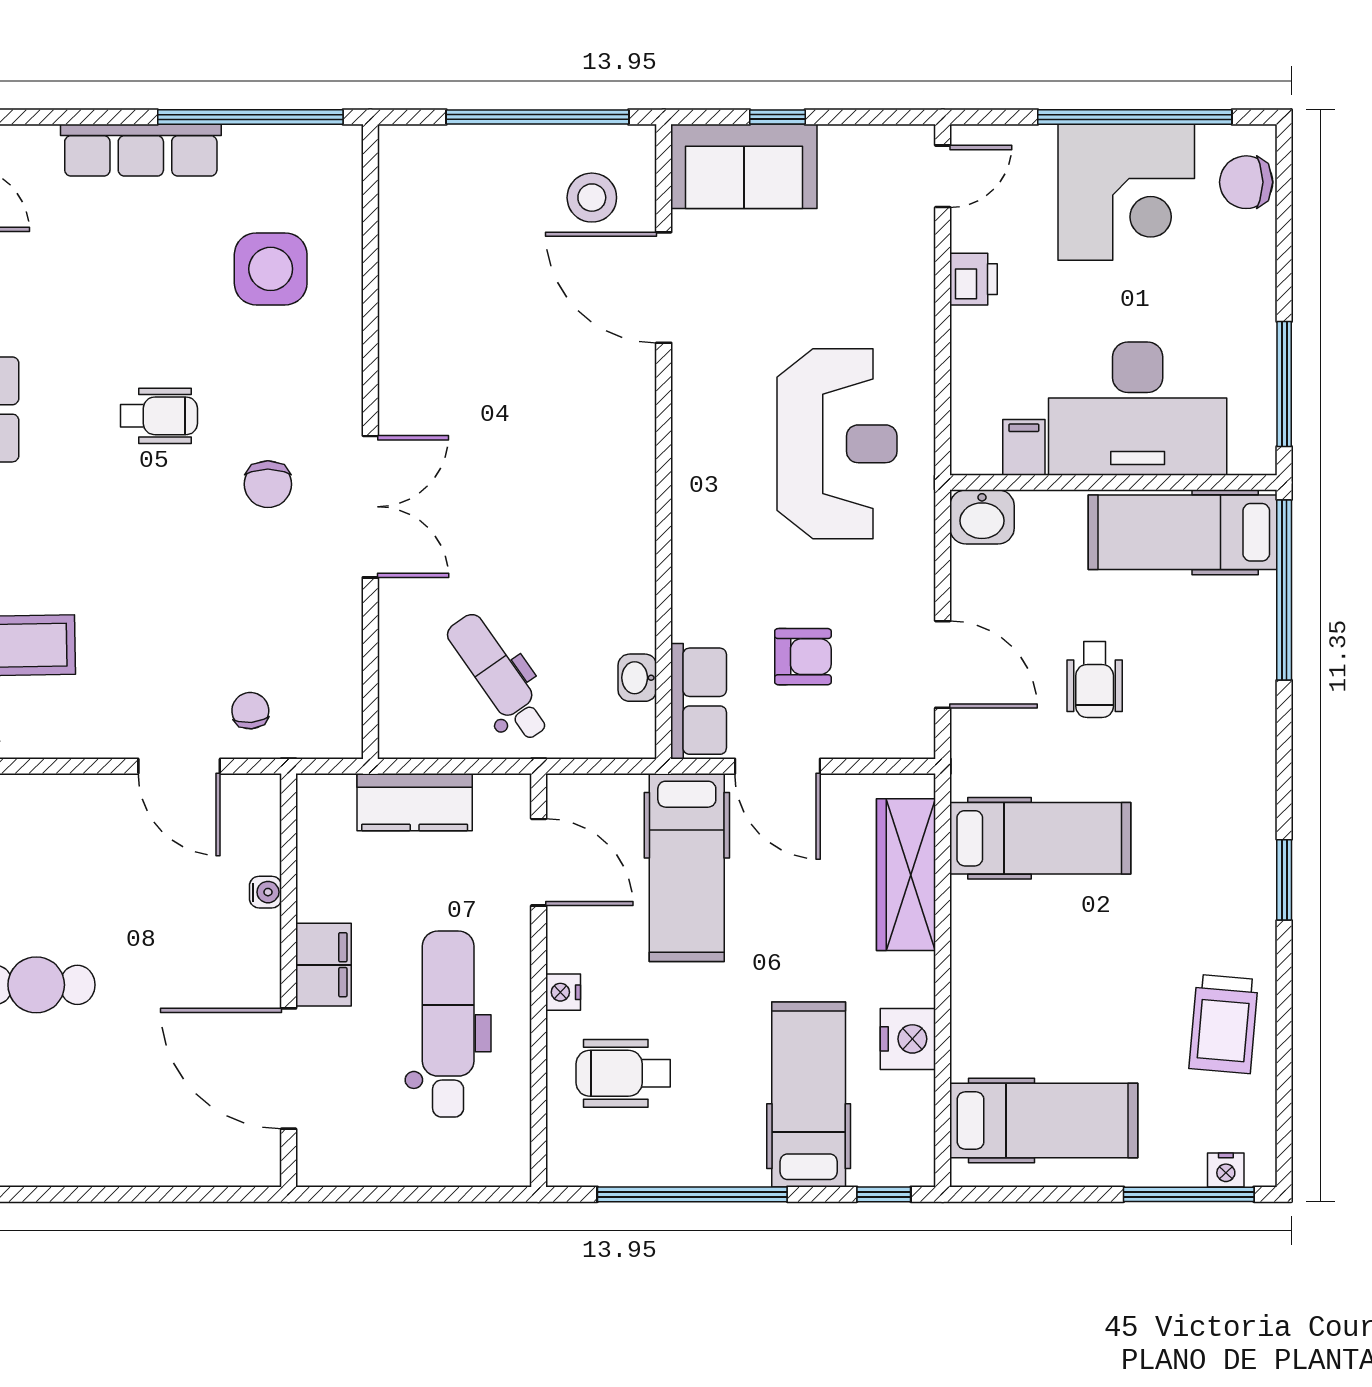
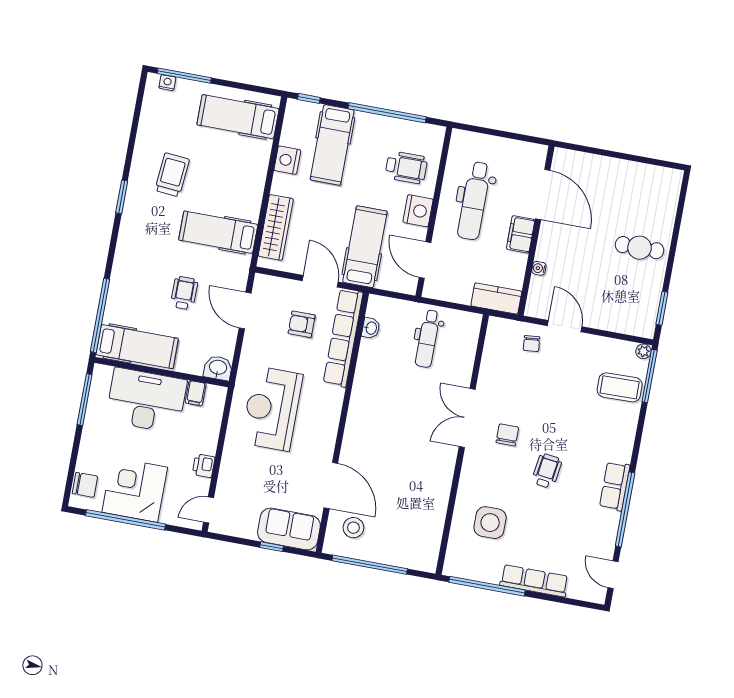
wheelchair: (159, 416) -> (547, 471), turned 98
dental chair: (498, 677) -> (428, 339), turned 35
row of seats: (699, 701) -> (343, 338), width x2.02
kitchen counter: (415, 802) -> (496, 298), moved
nightstand: (563, 992) -> (418, 211), width x1.89, depth x1.79
trolley: (1224, 1024) -> (172, 175), moved

